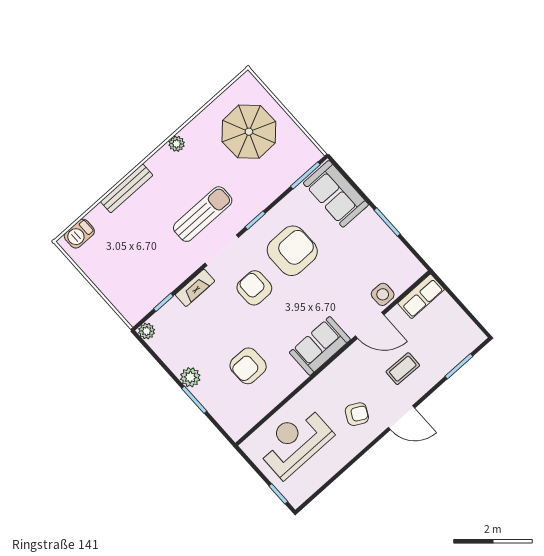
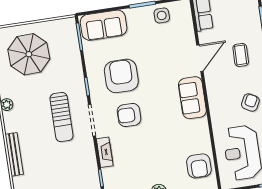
sun lounger: (203, 214) -> (62, 117), turned 180
side table: (383, 294) -> (162, 15), moved
armchair: (248, 366) -> (199, 166), moved

